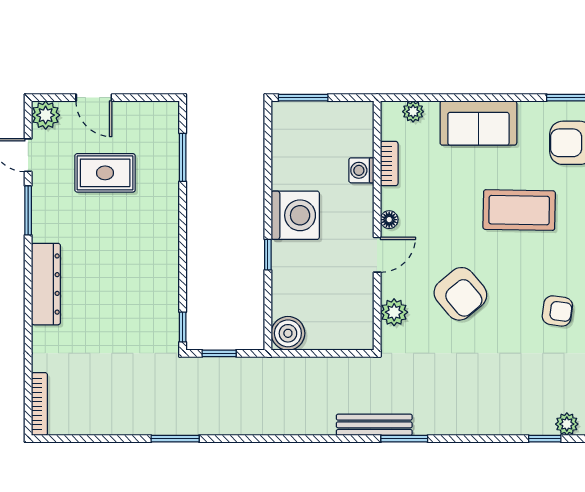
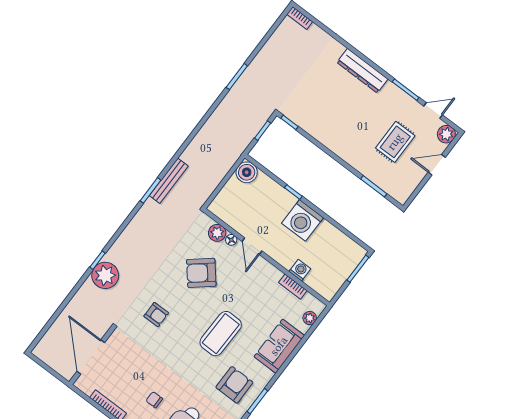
floor lamp: (389, 220) -> (231, 240), moved
armchair: (557, 311) -> (156, 315), turned -98
bookcase: (39, 404) -> (300, 18), width x0.64
plant: (567, 424) -> (105, 275), width x1.88, depth x1.88

